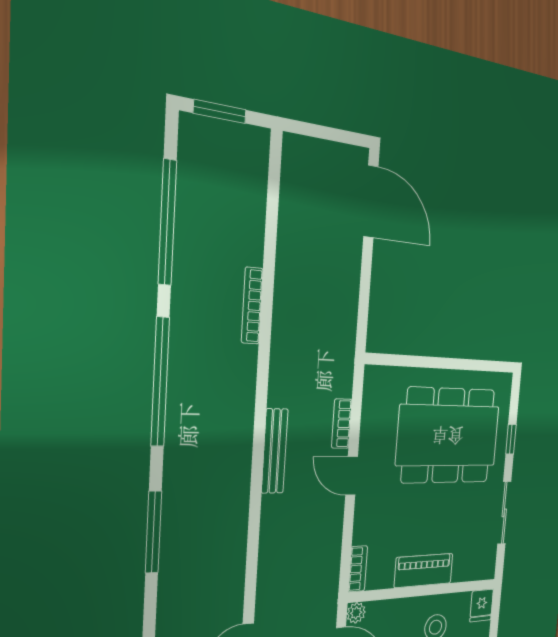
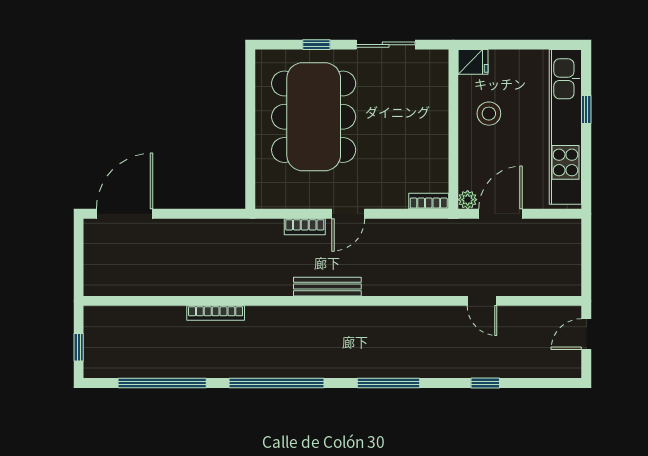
window: (220, 111) -> (79, 347), width x0.67
piano: (424, 570) -> (435, 132), removed

